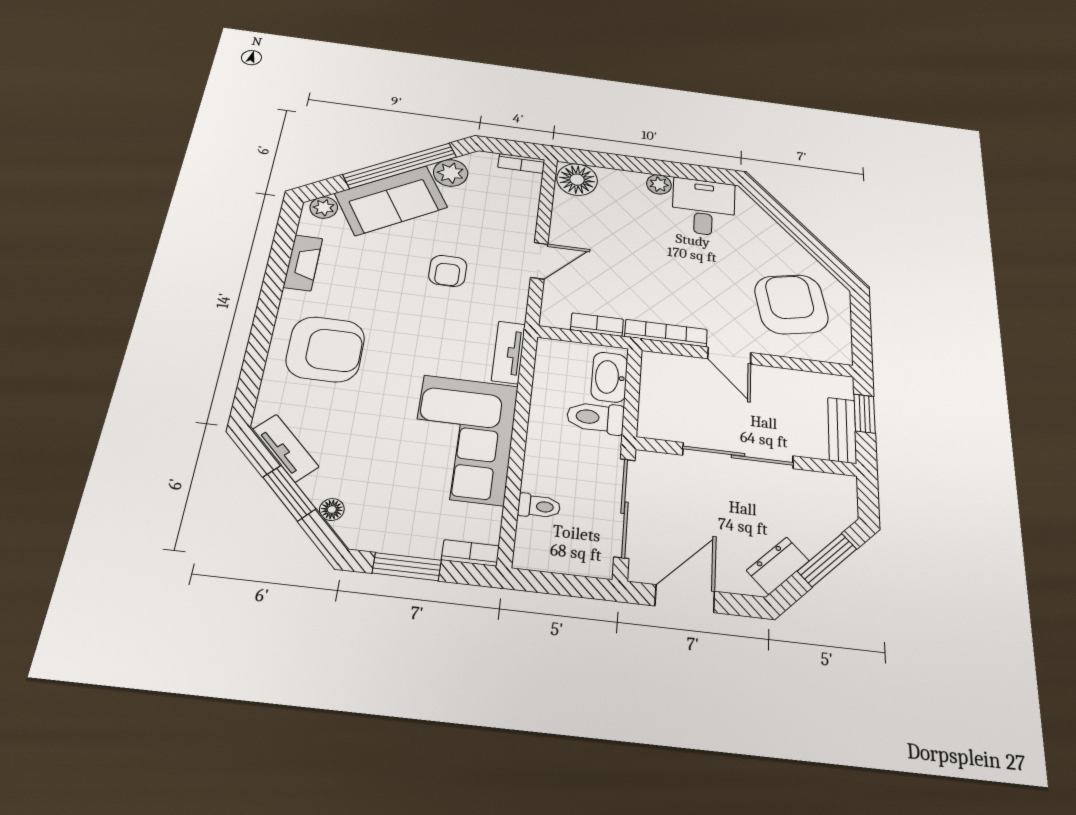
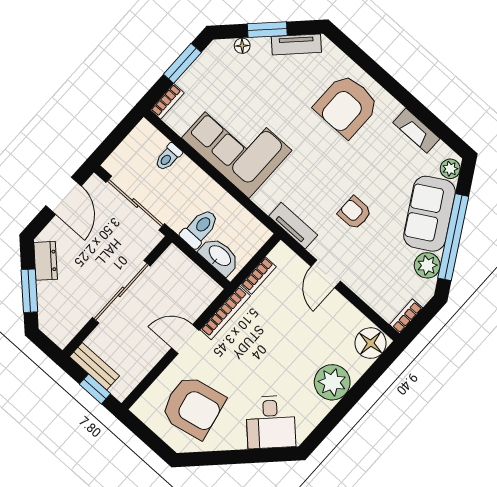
plant: (659, 184) -> (332, 382), width x1.87, depth x1.87
desk: (704, 207) -> (271, 422), moved, turned 45
tv unit: (508, 352) -> (293, 226), moved

